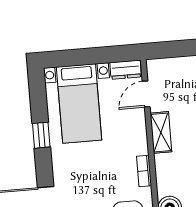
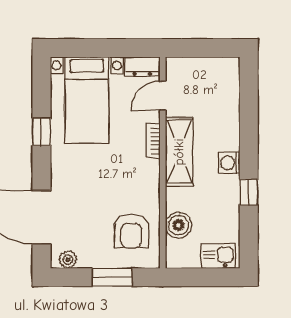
shelving: (161, 132) -> (179, 152), width x1.50, depth x1.33
bookcase: (144, 171) -> (153, 141), moved

